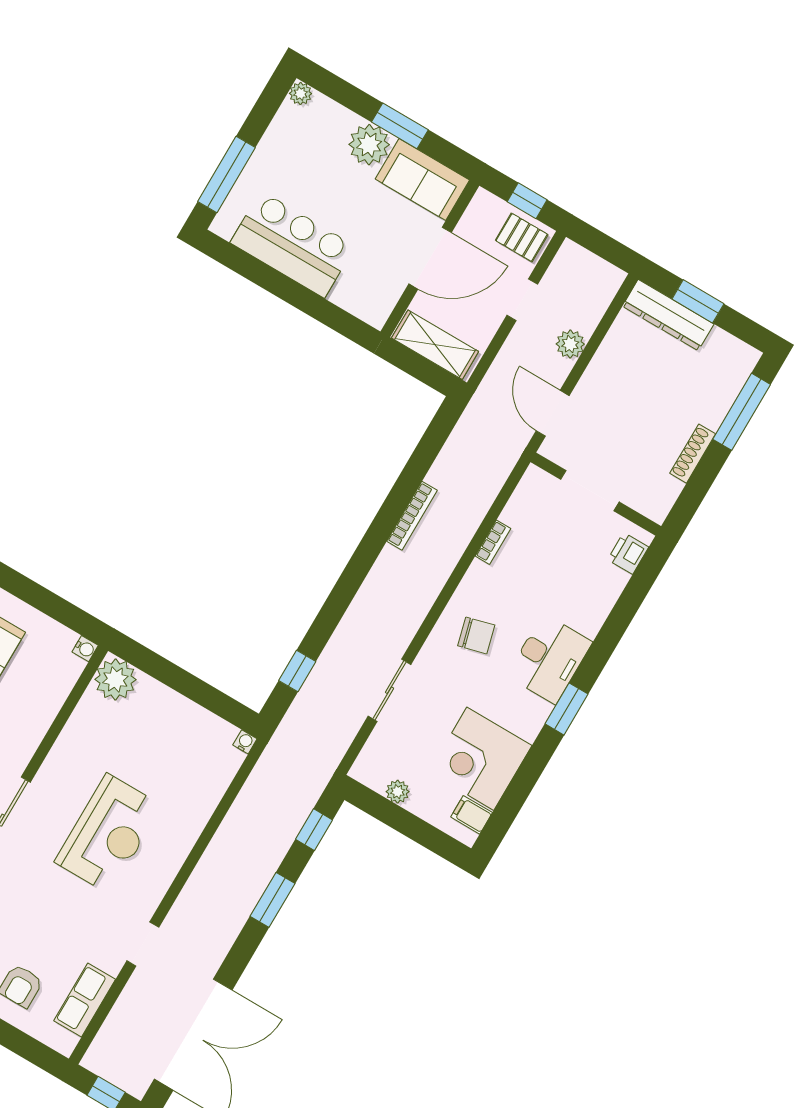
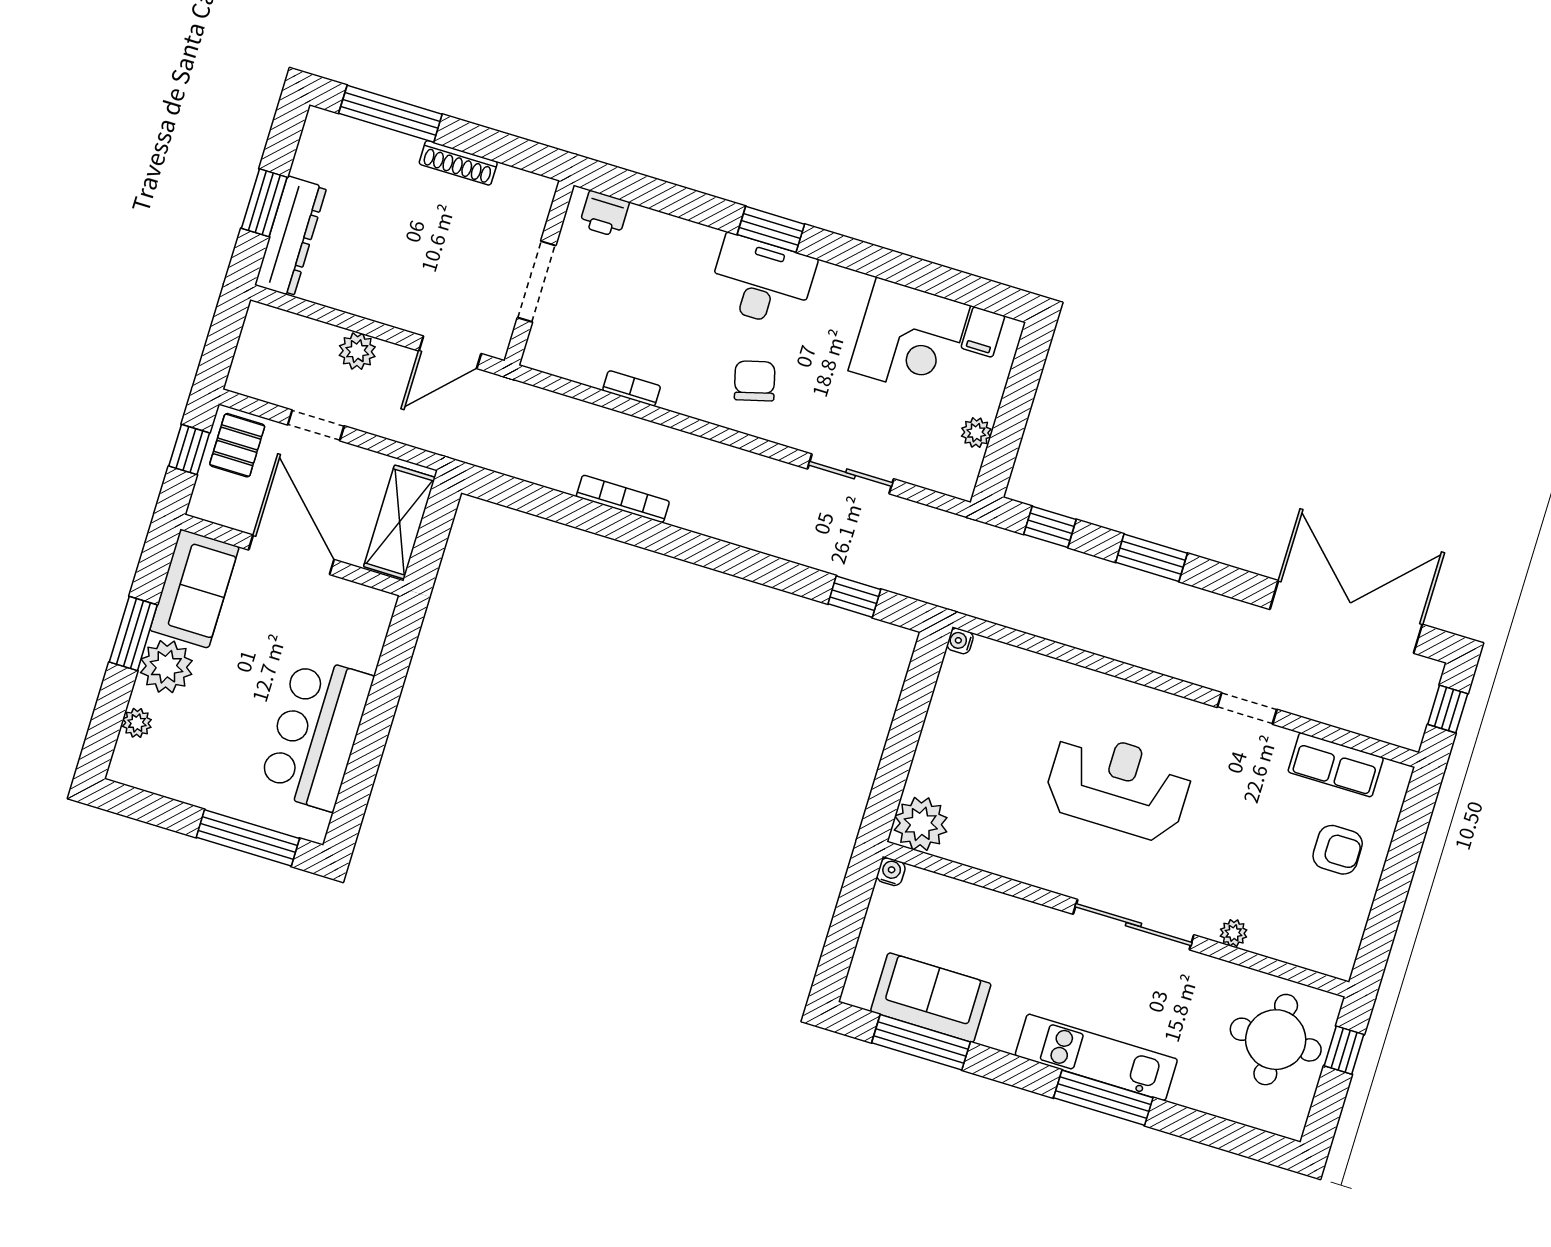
plant: (300, 94) -> (137, 723), moved
window: (566, 709) -> (771, 229), moved

